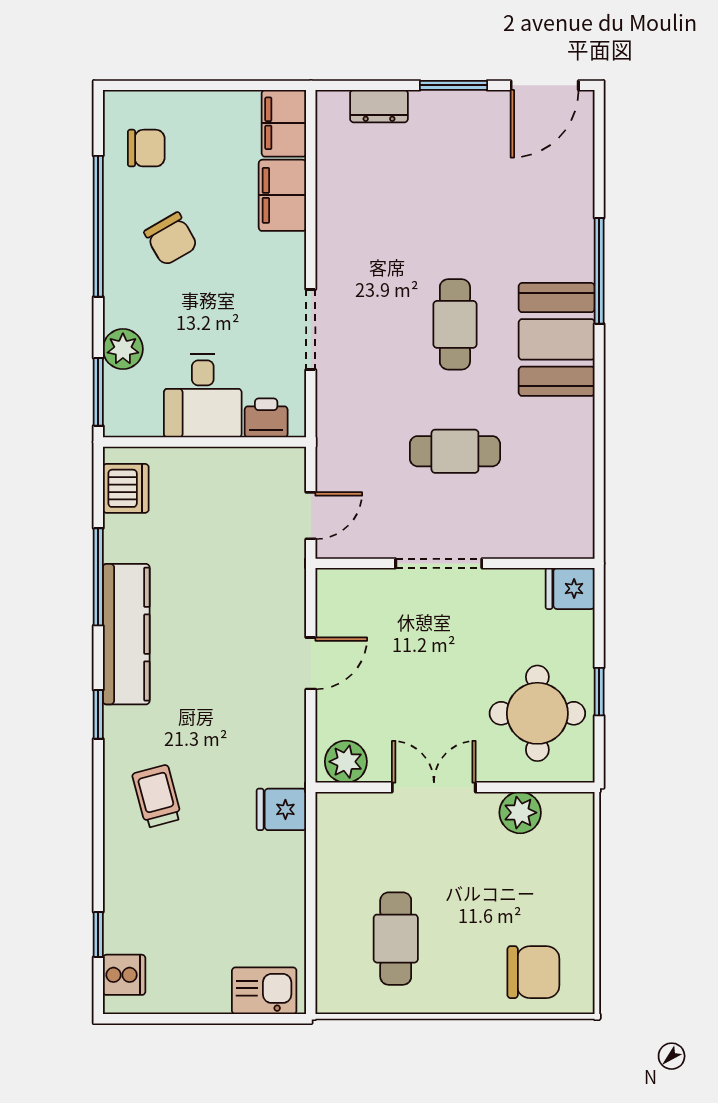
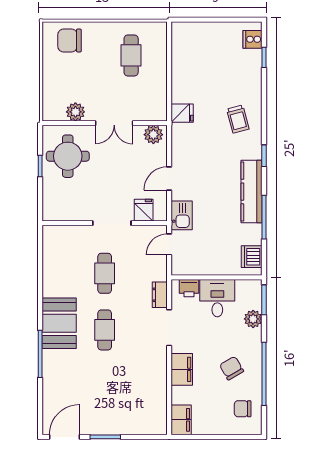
dresser: (379, 106) -> (160, 295), moved, turned -90
filing cabinet: (282, 195) -> (182, 369), moved
cafe table: (455, 451) -> (105, 273), turned 90
fridge: (570, 589) -> (144, 210), moved, turned -90
kitchen sink: (264, 991) -> (182, 215), moved, turned -90

